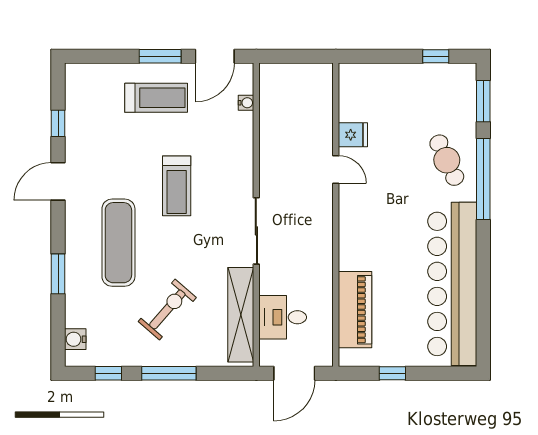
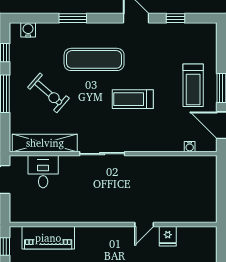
fridge: (353, 135) -> (168, 236), moved
door: (336, 169) -> (144, 225), moved
wall: (336, 215) -> (113, 225), moved
piano: (355, 310) -> (48, 238), moved

